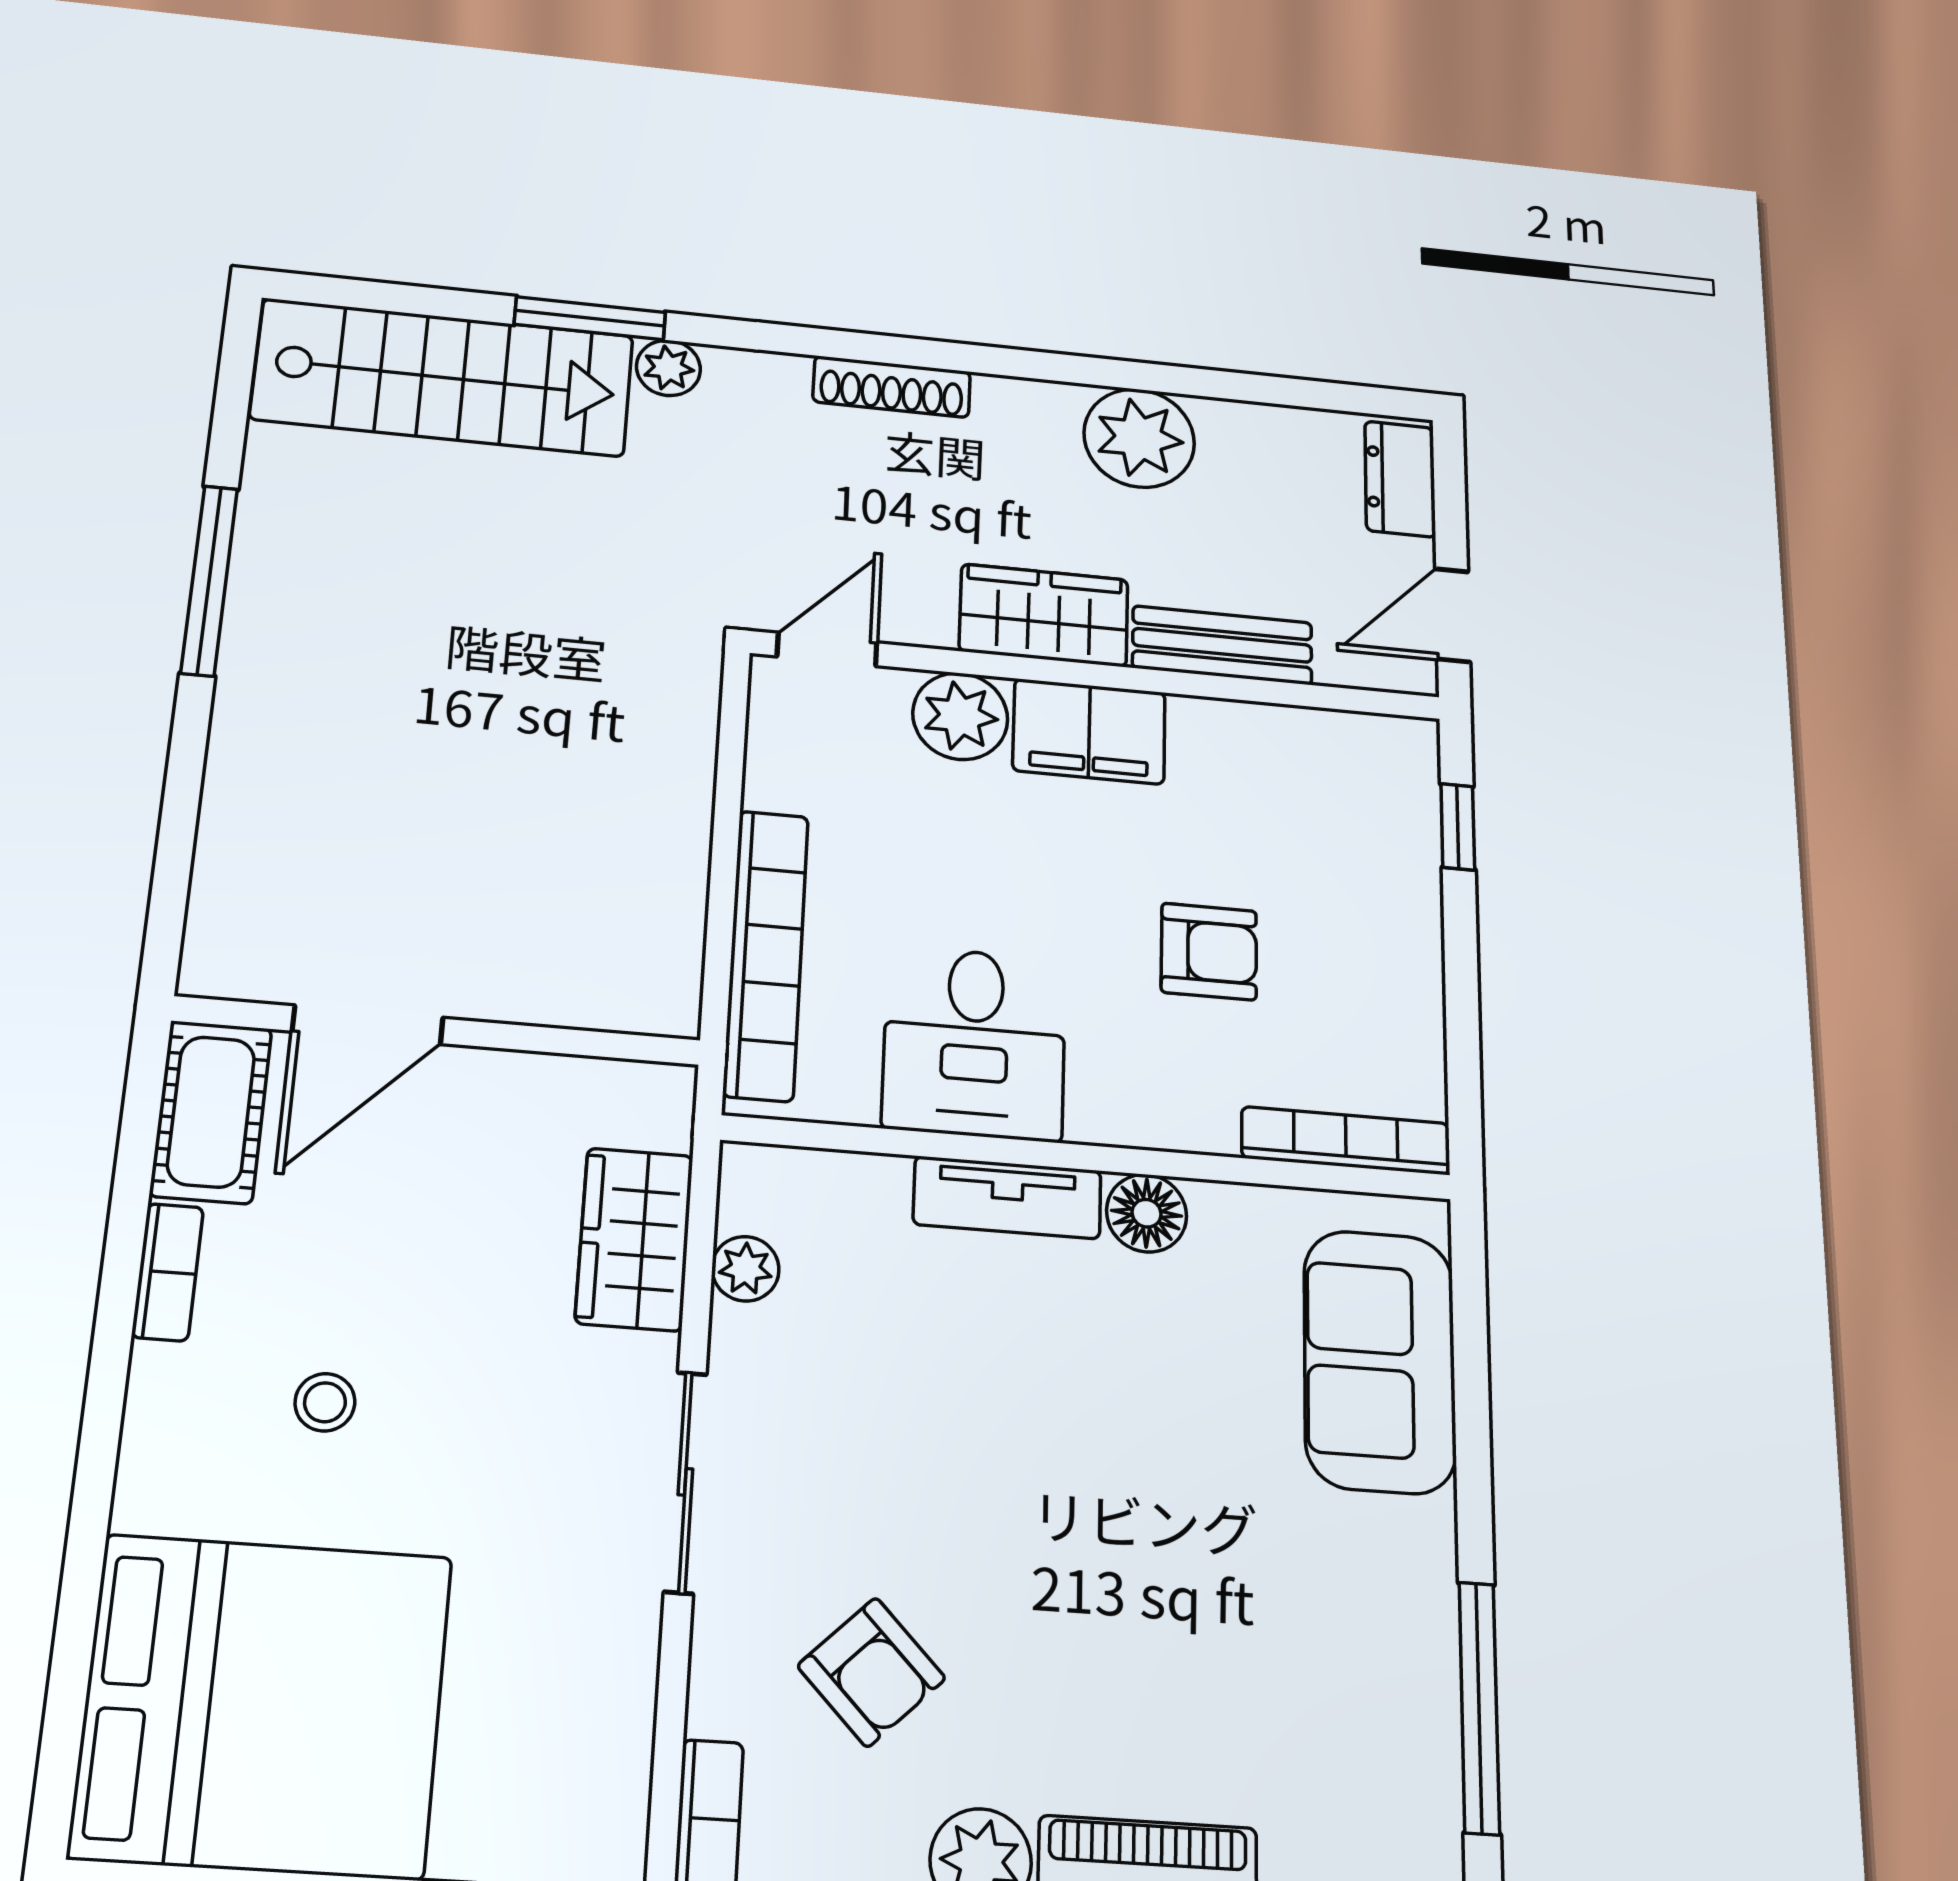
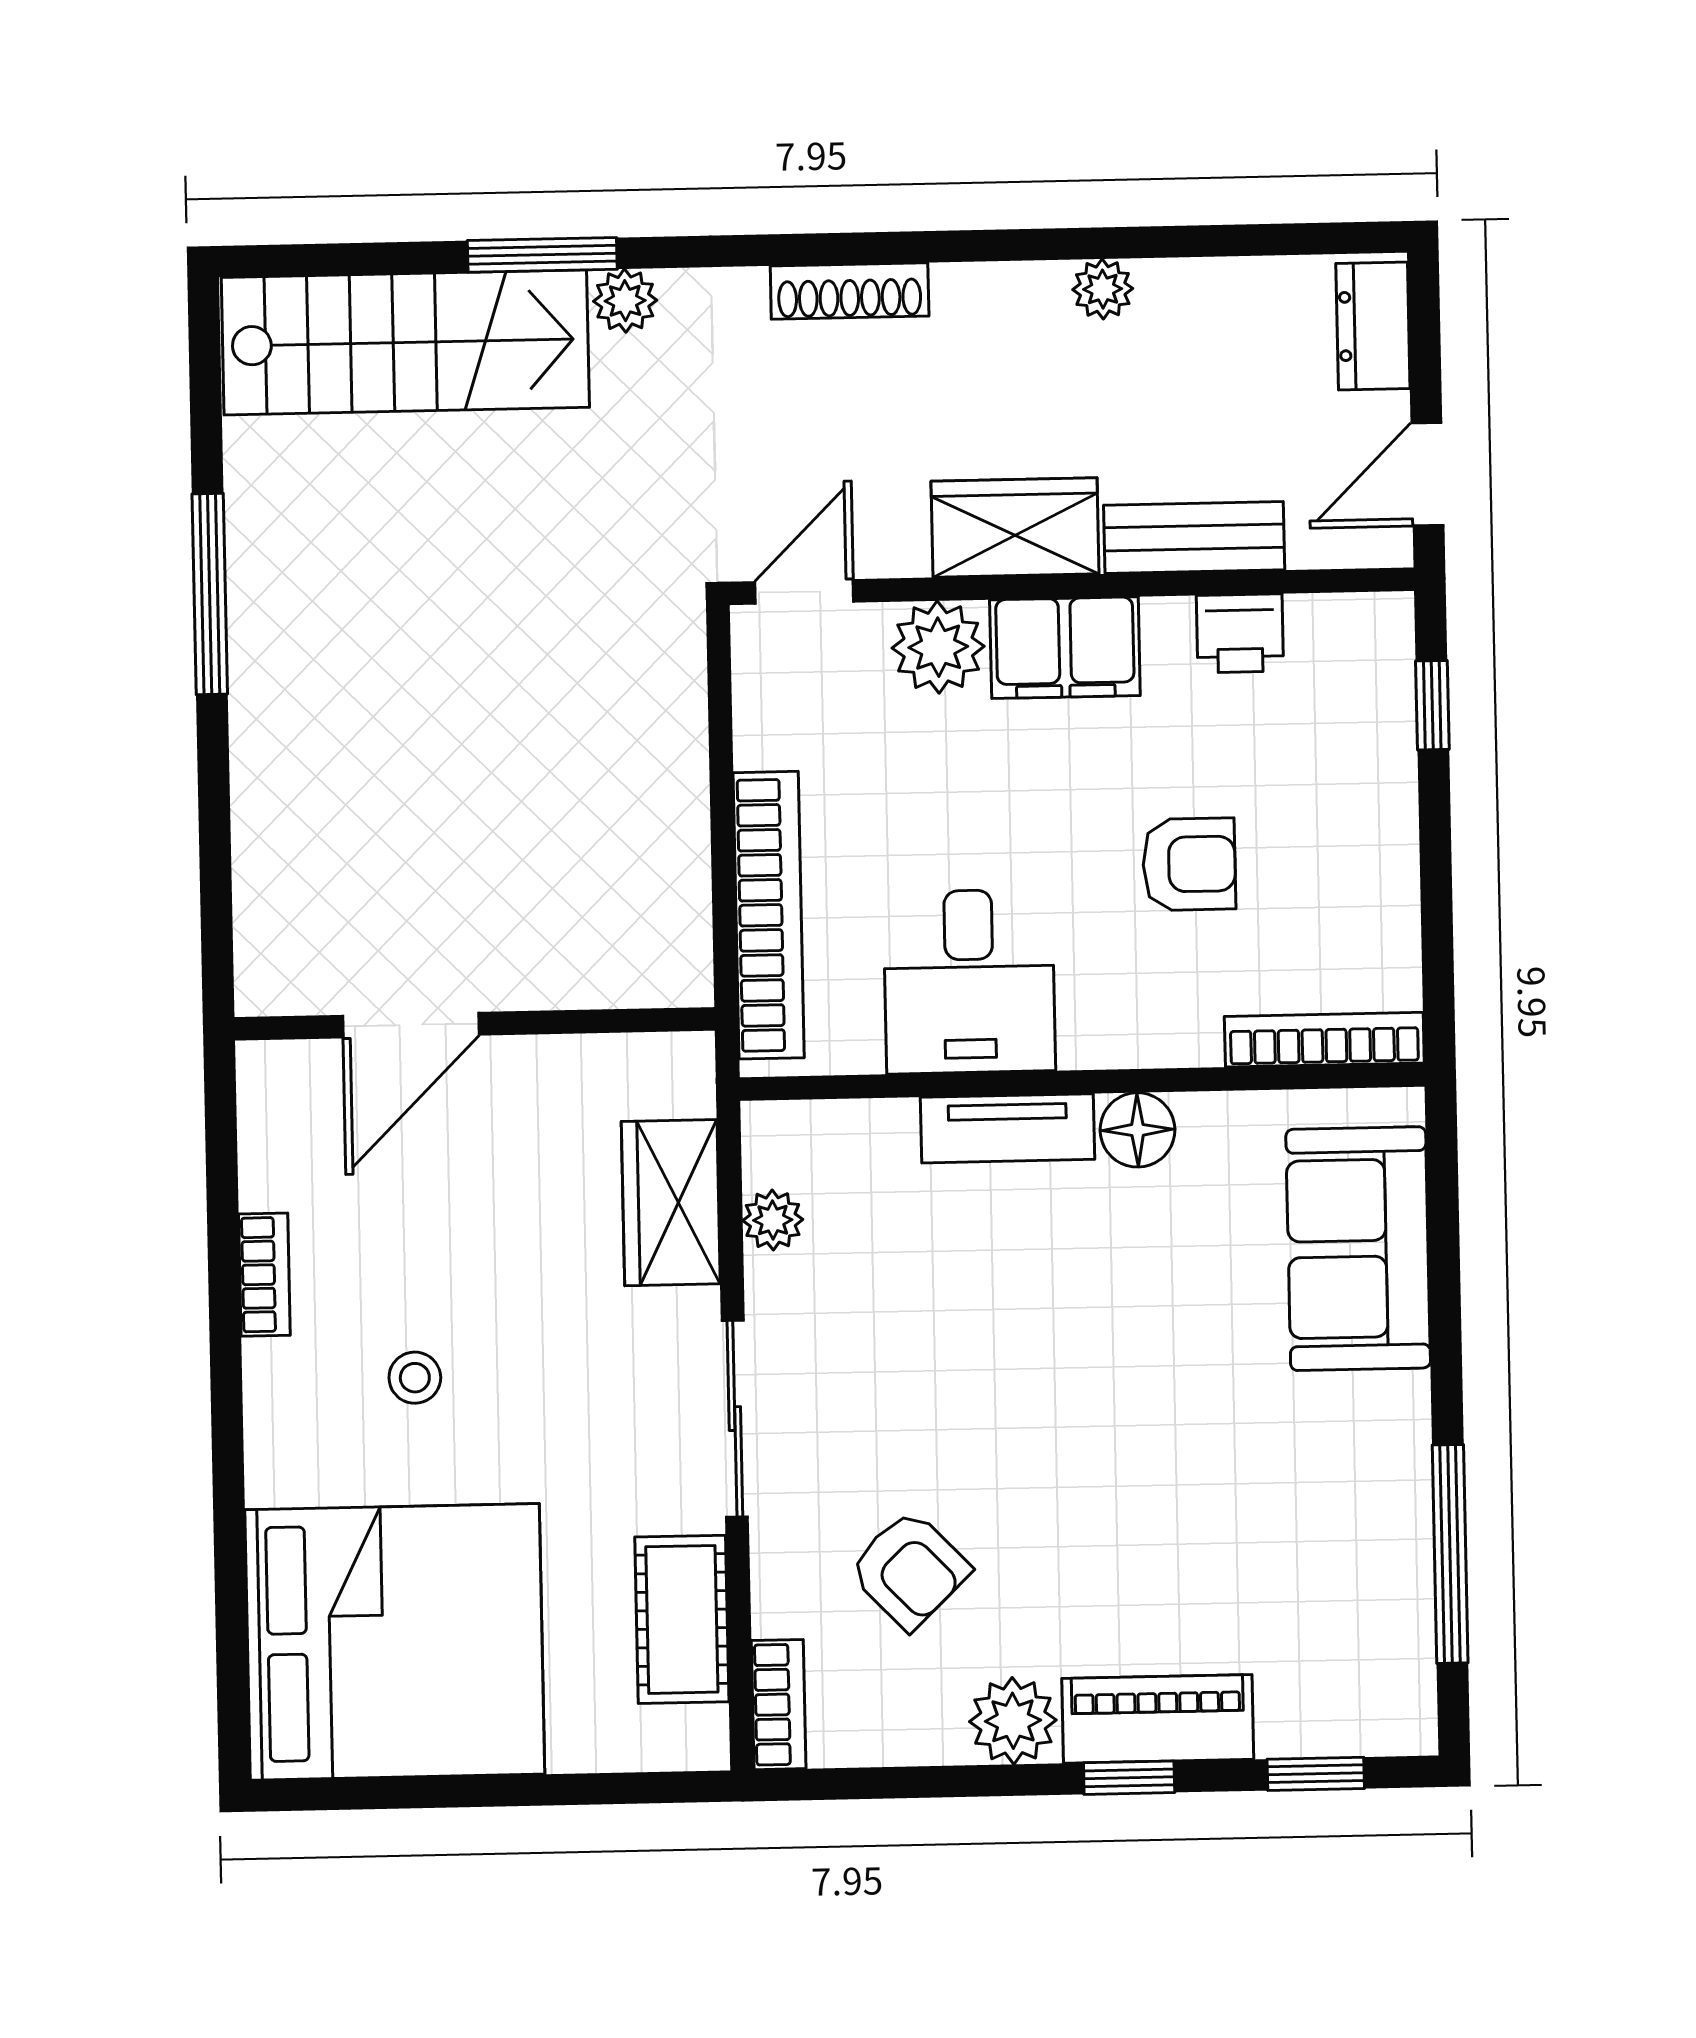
plant: (1139, 438) -> (1103, 289), width x0.53, depth x0.53
printer: (1266, 738) -> (1240, 633), added
cot: (211, 1112) -> (682, 1619), moved

